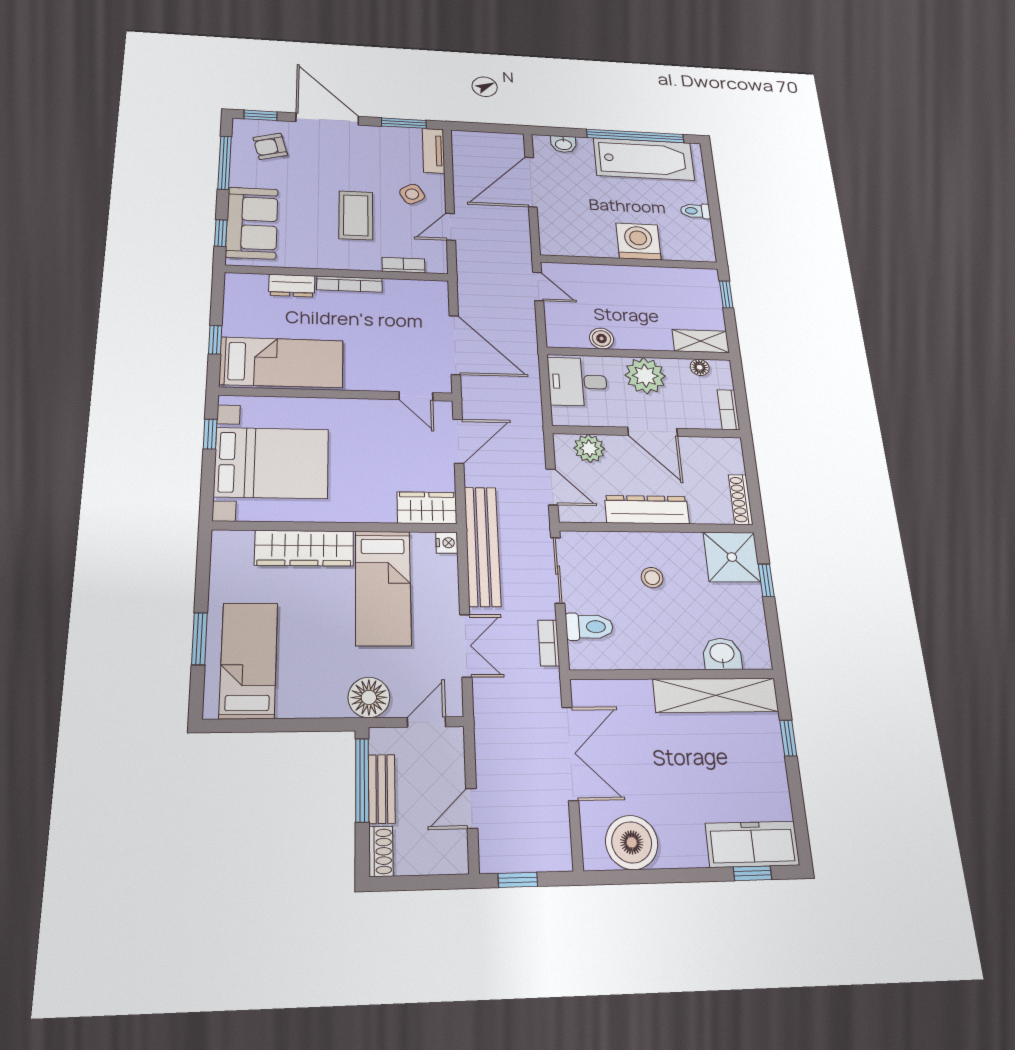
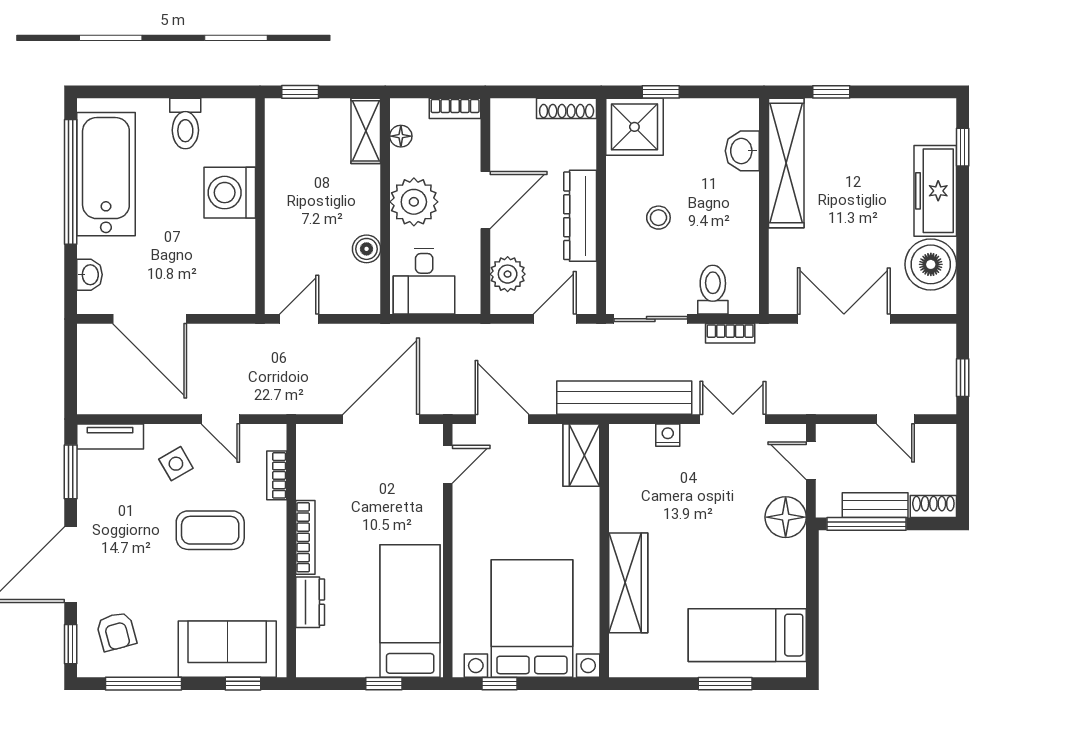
toilet: (695, 211) -> (185, 124), width x1.37, depth x1.39
nightstand: (447, 543) -> (668, 435), moved
bed: (383, 588) -> (671, 502), removed
freezer: (752, 844) -> (935, 191), moved

